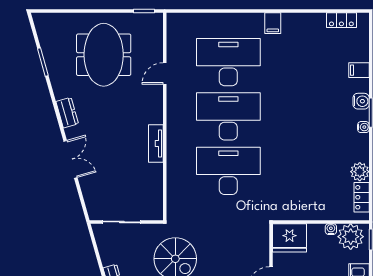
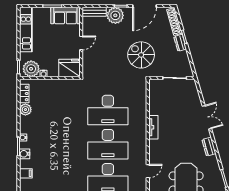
double door: (70, 159) -> (207, 117), swing flipped

